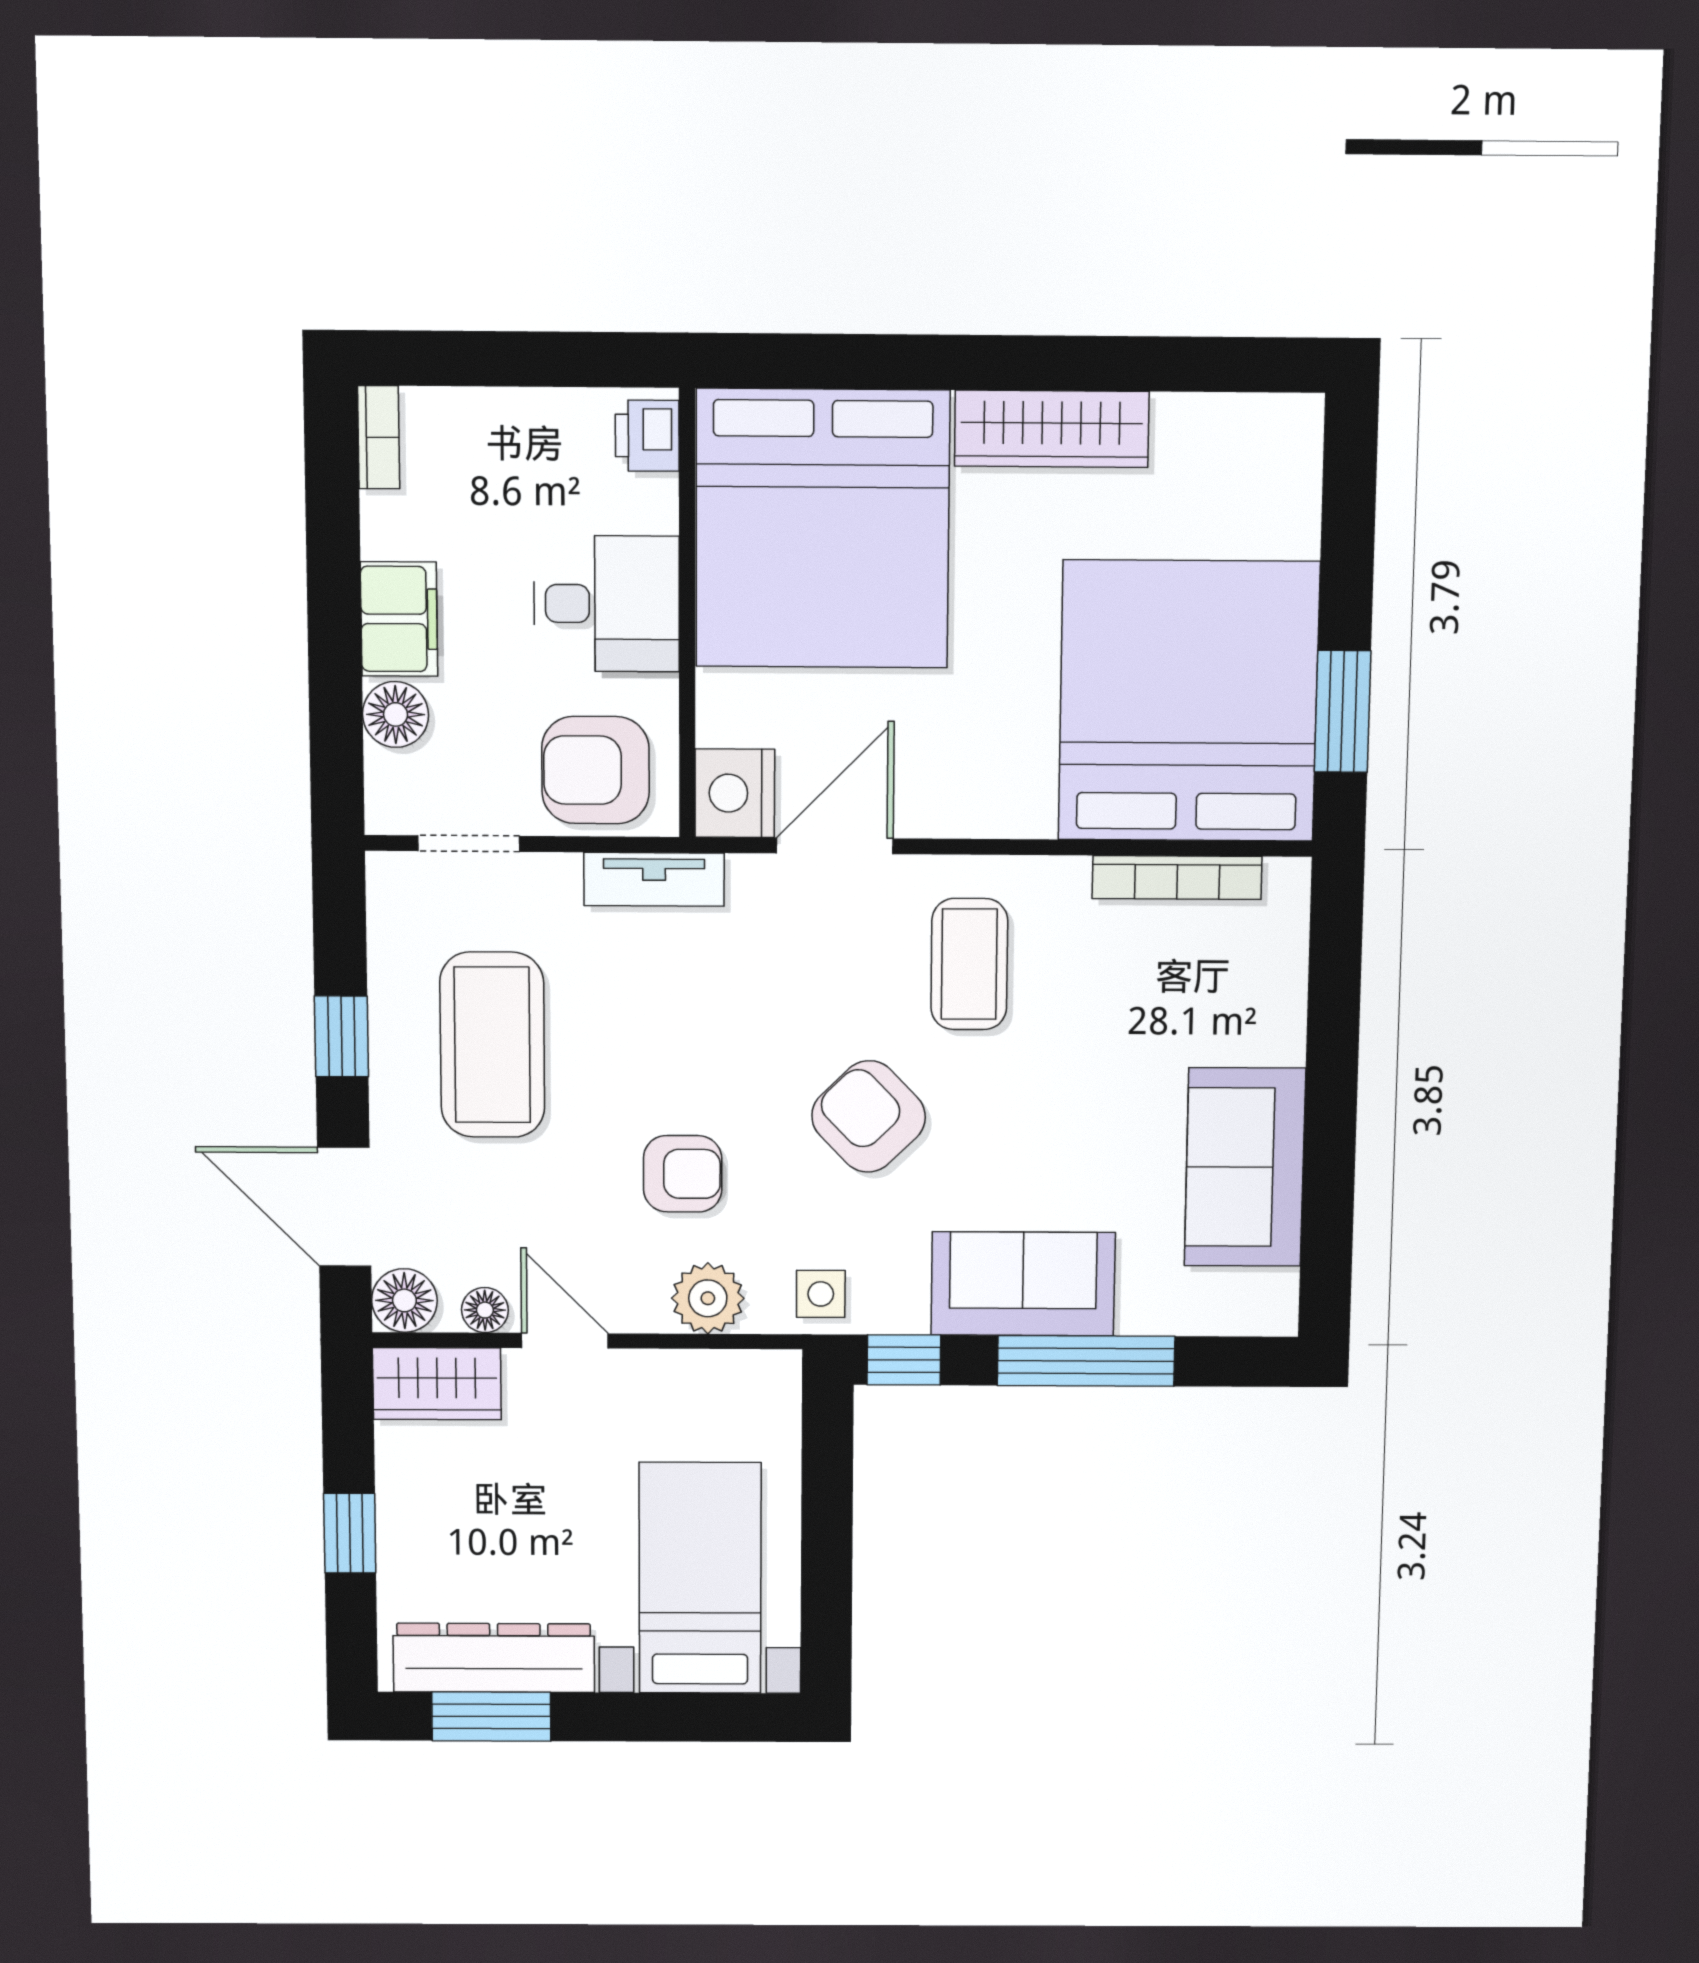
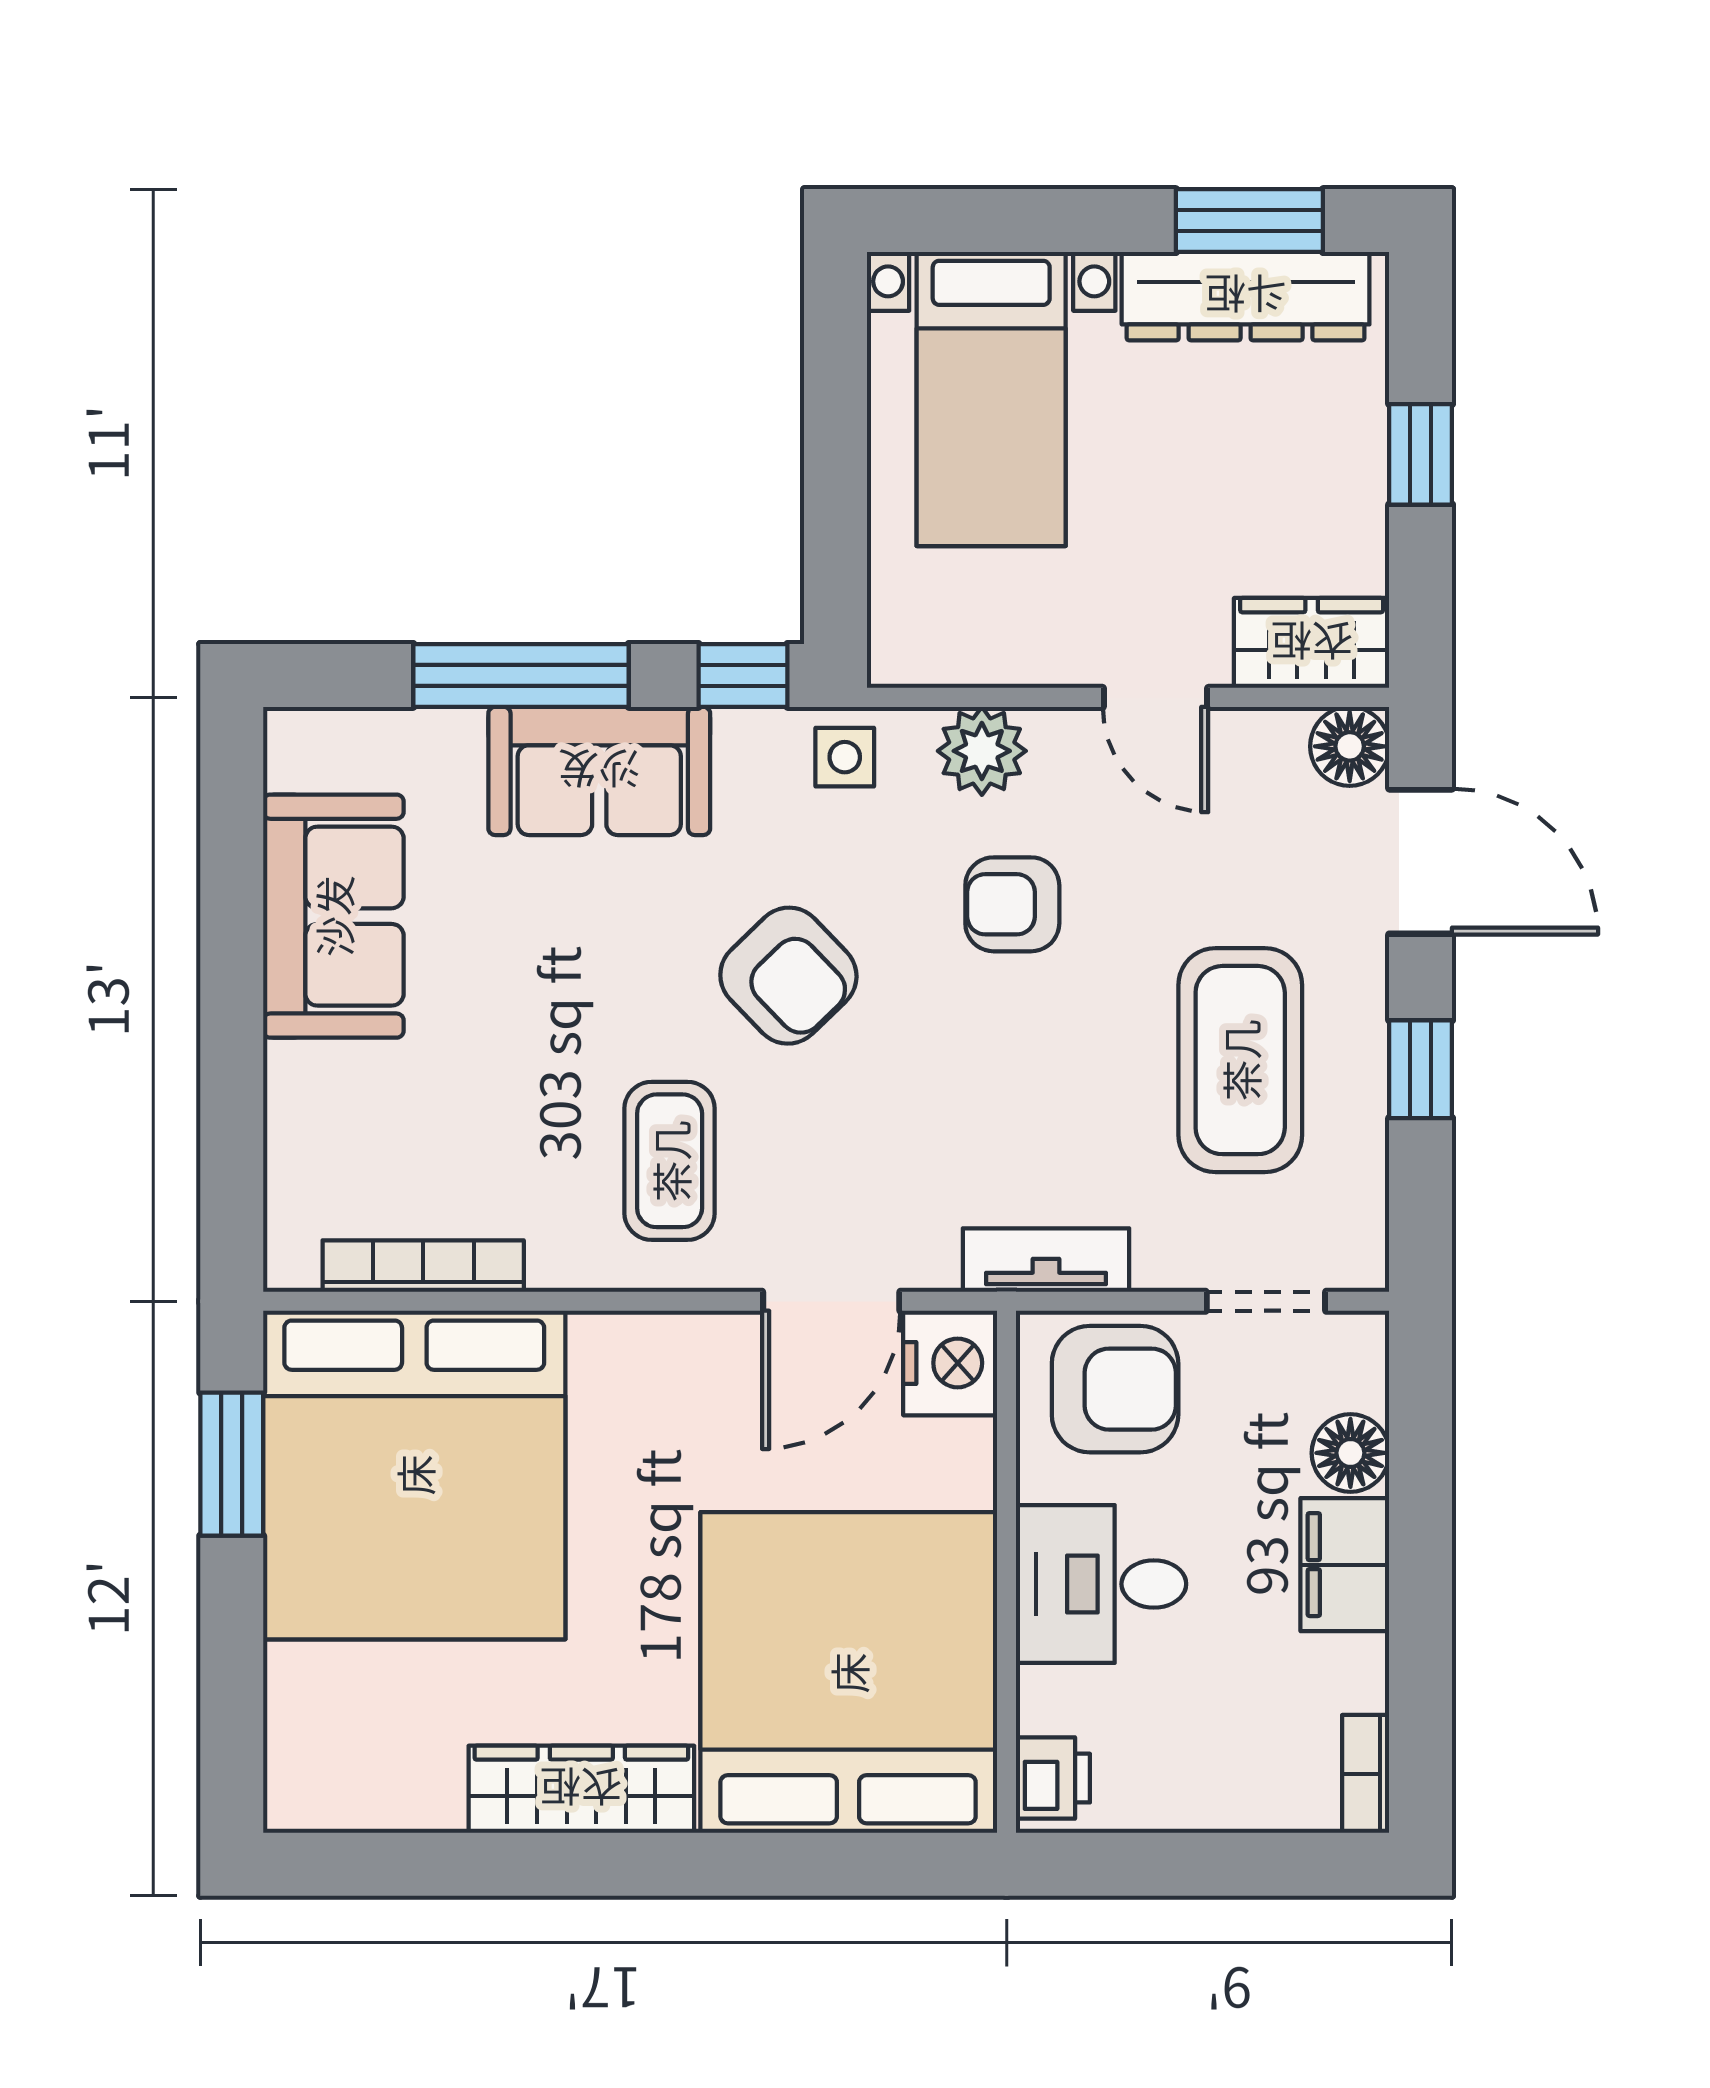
floor lamp: (485, 1310) -> (1252, 735), removed

